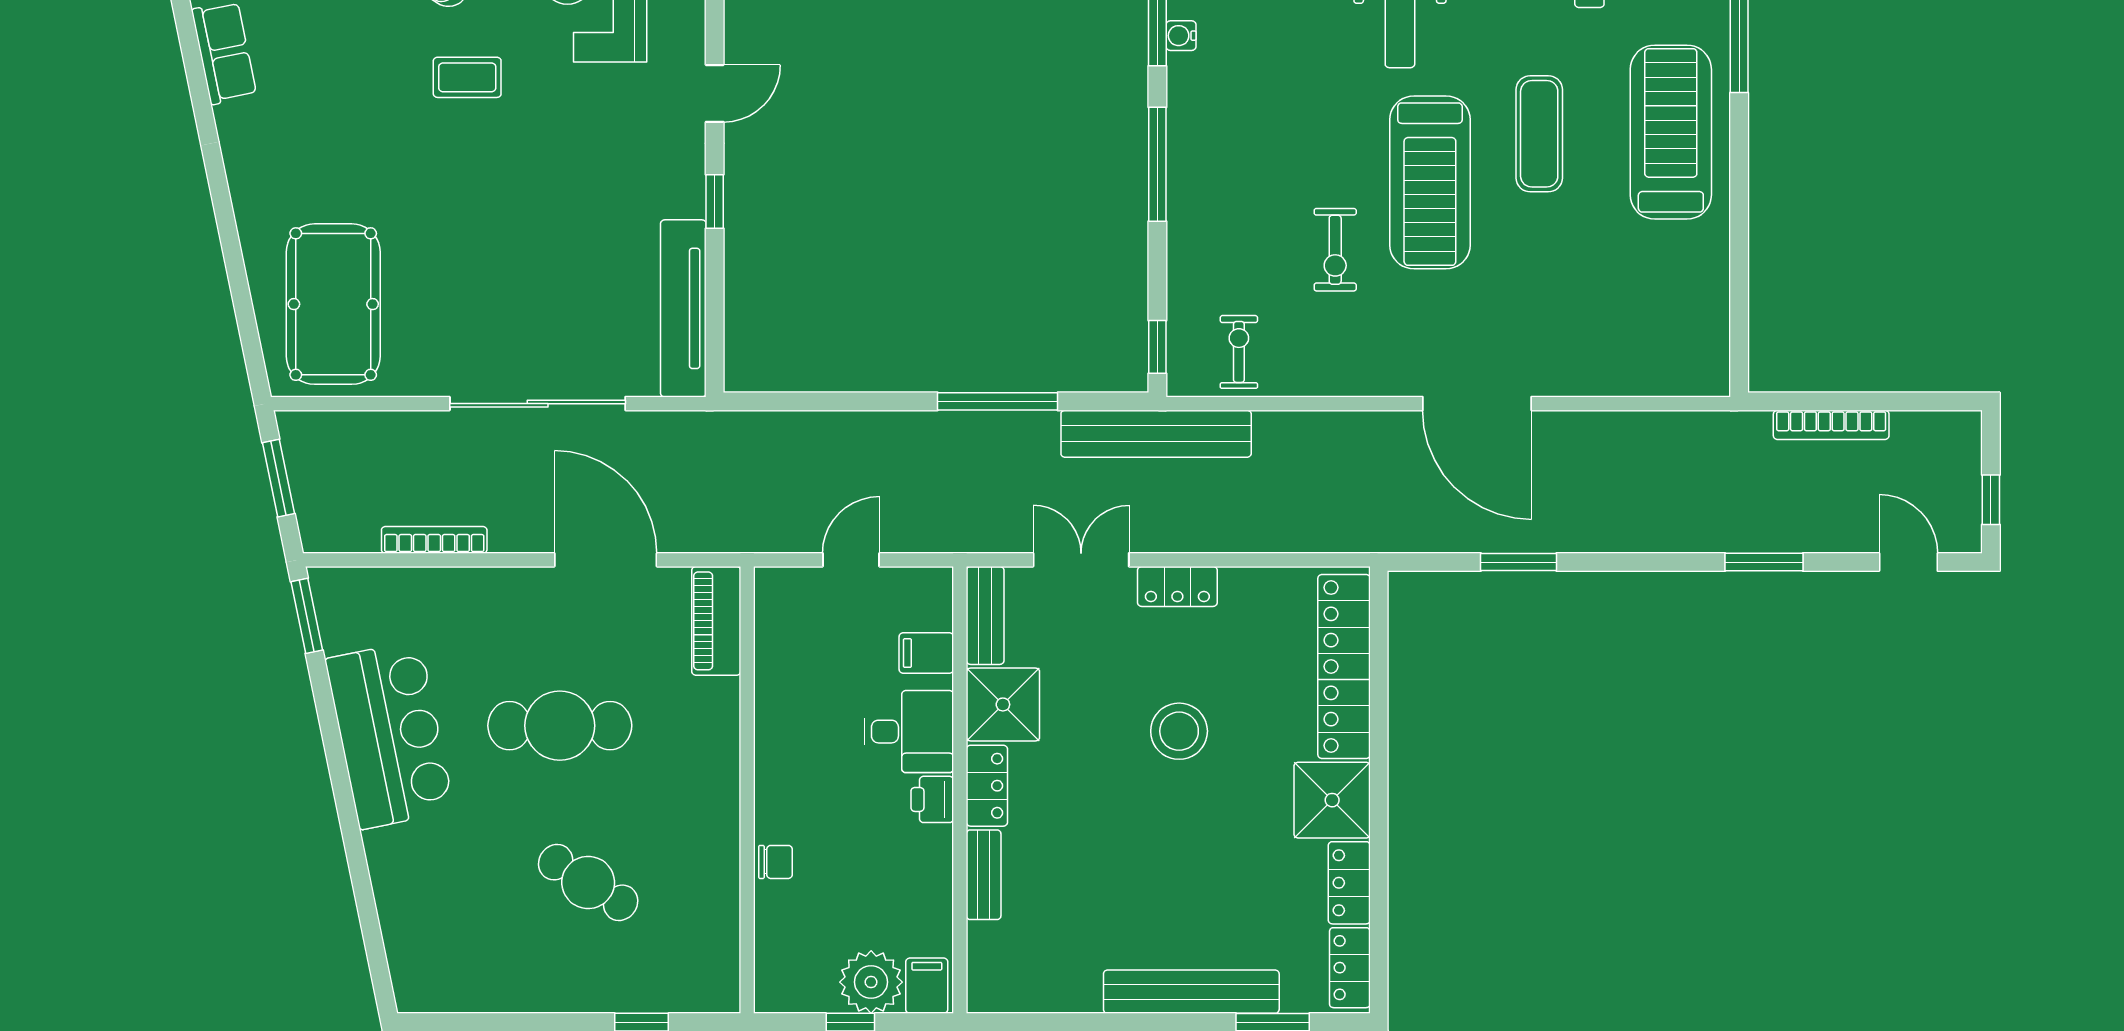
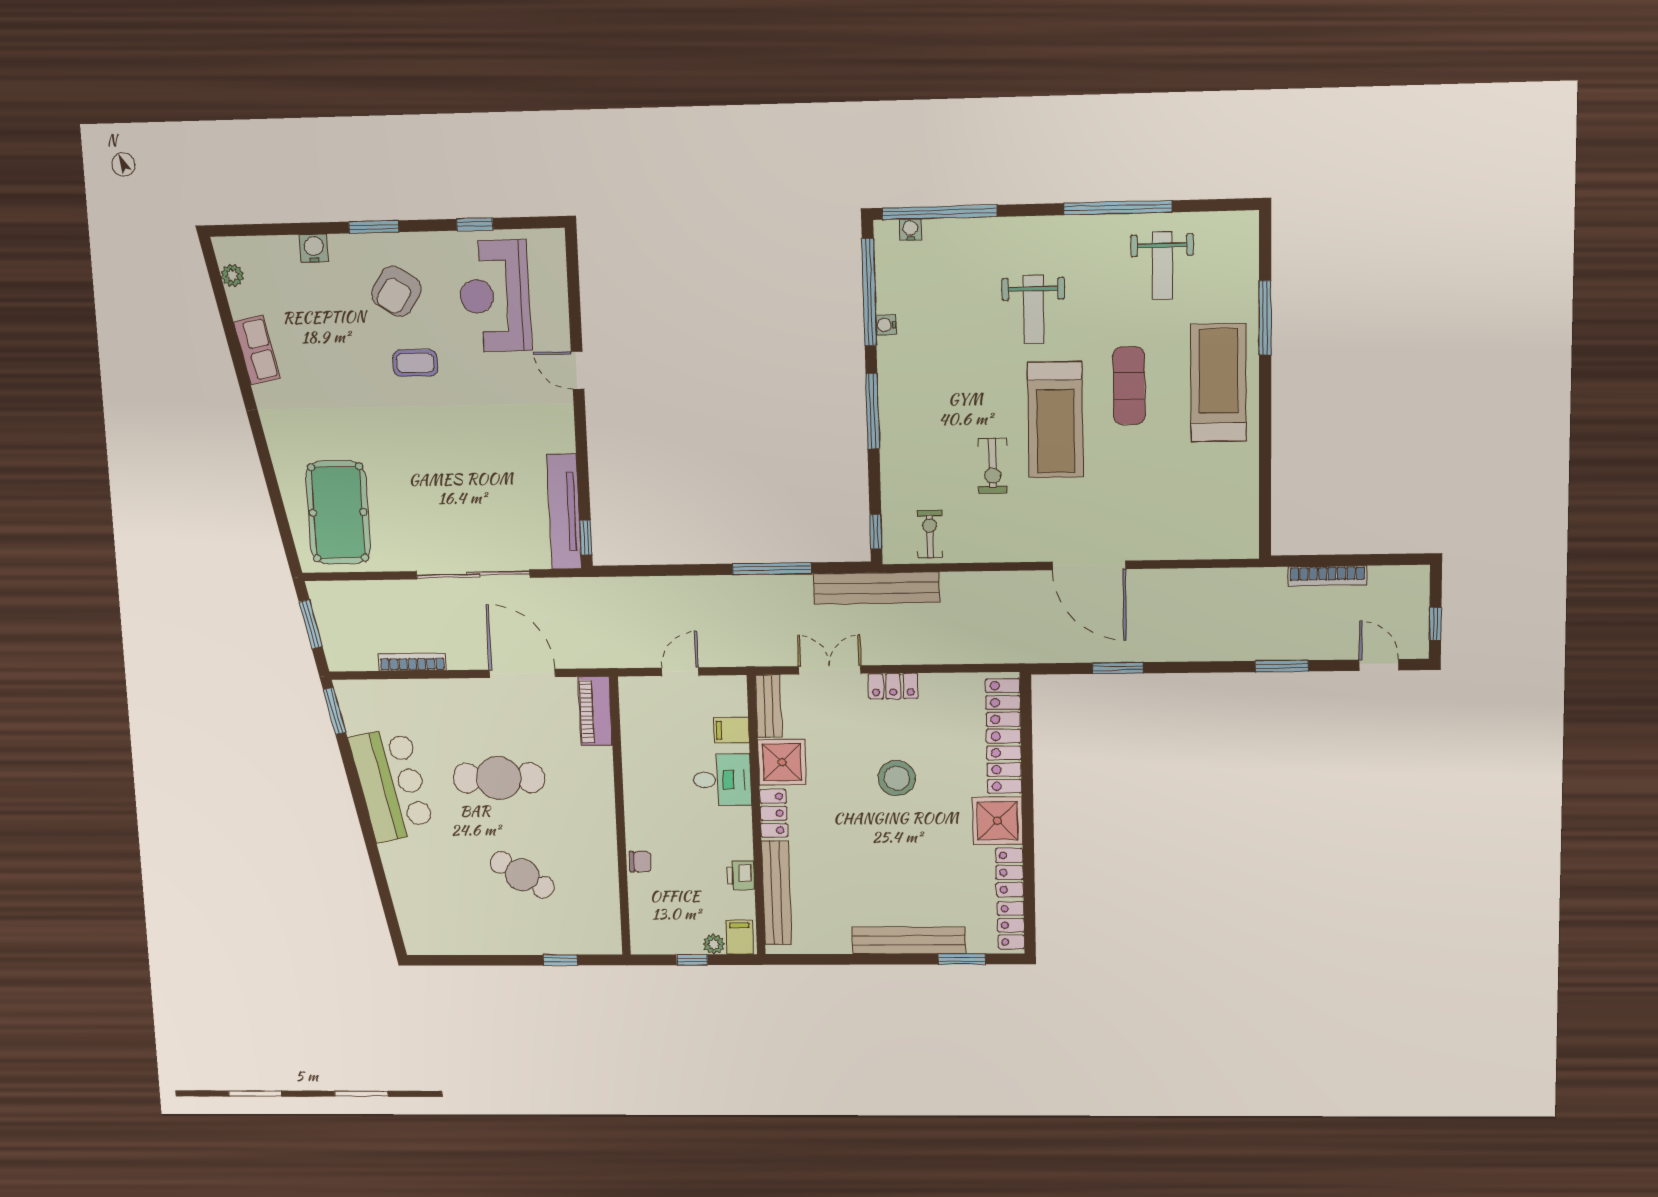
door: (715, 93) -> (578, 370), swing flipped
window: (715, 201) -> (586, 538), moved
printer: (932, 799) -> (741, 876), moved
bench: (984, 875) -> (777, 893), width x1.86, depth x1.21
plant: (871, 982) -> (714, 944), width x0.53, depth x0.53

